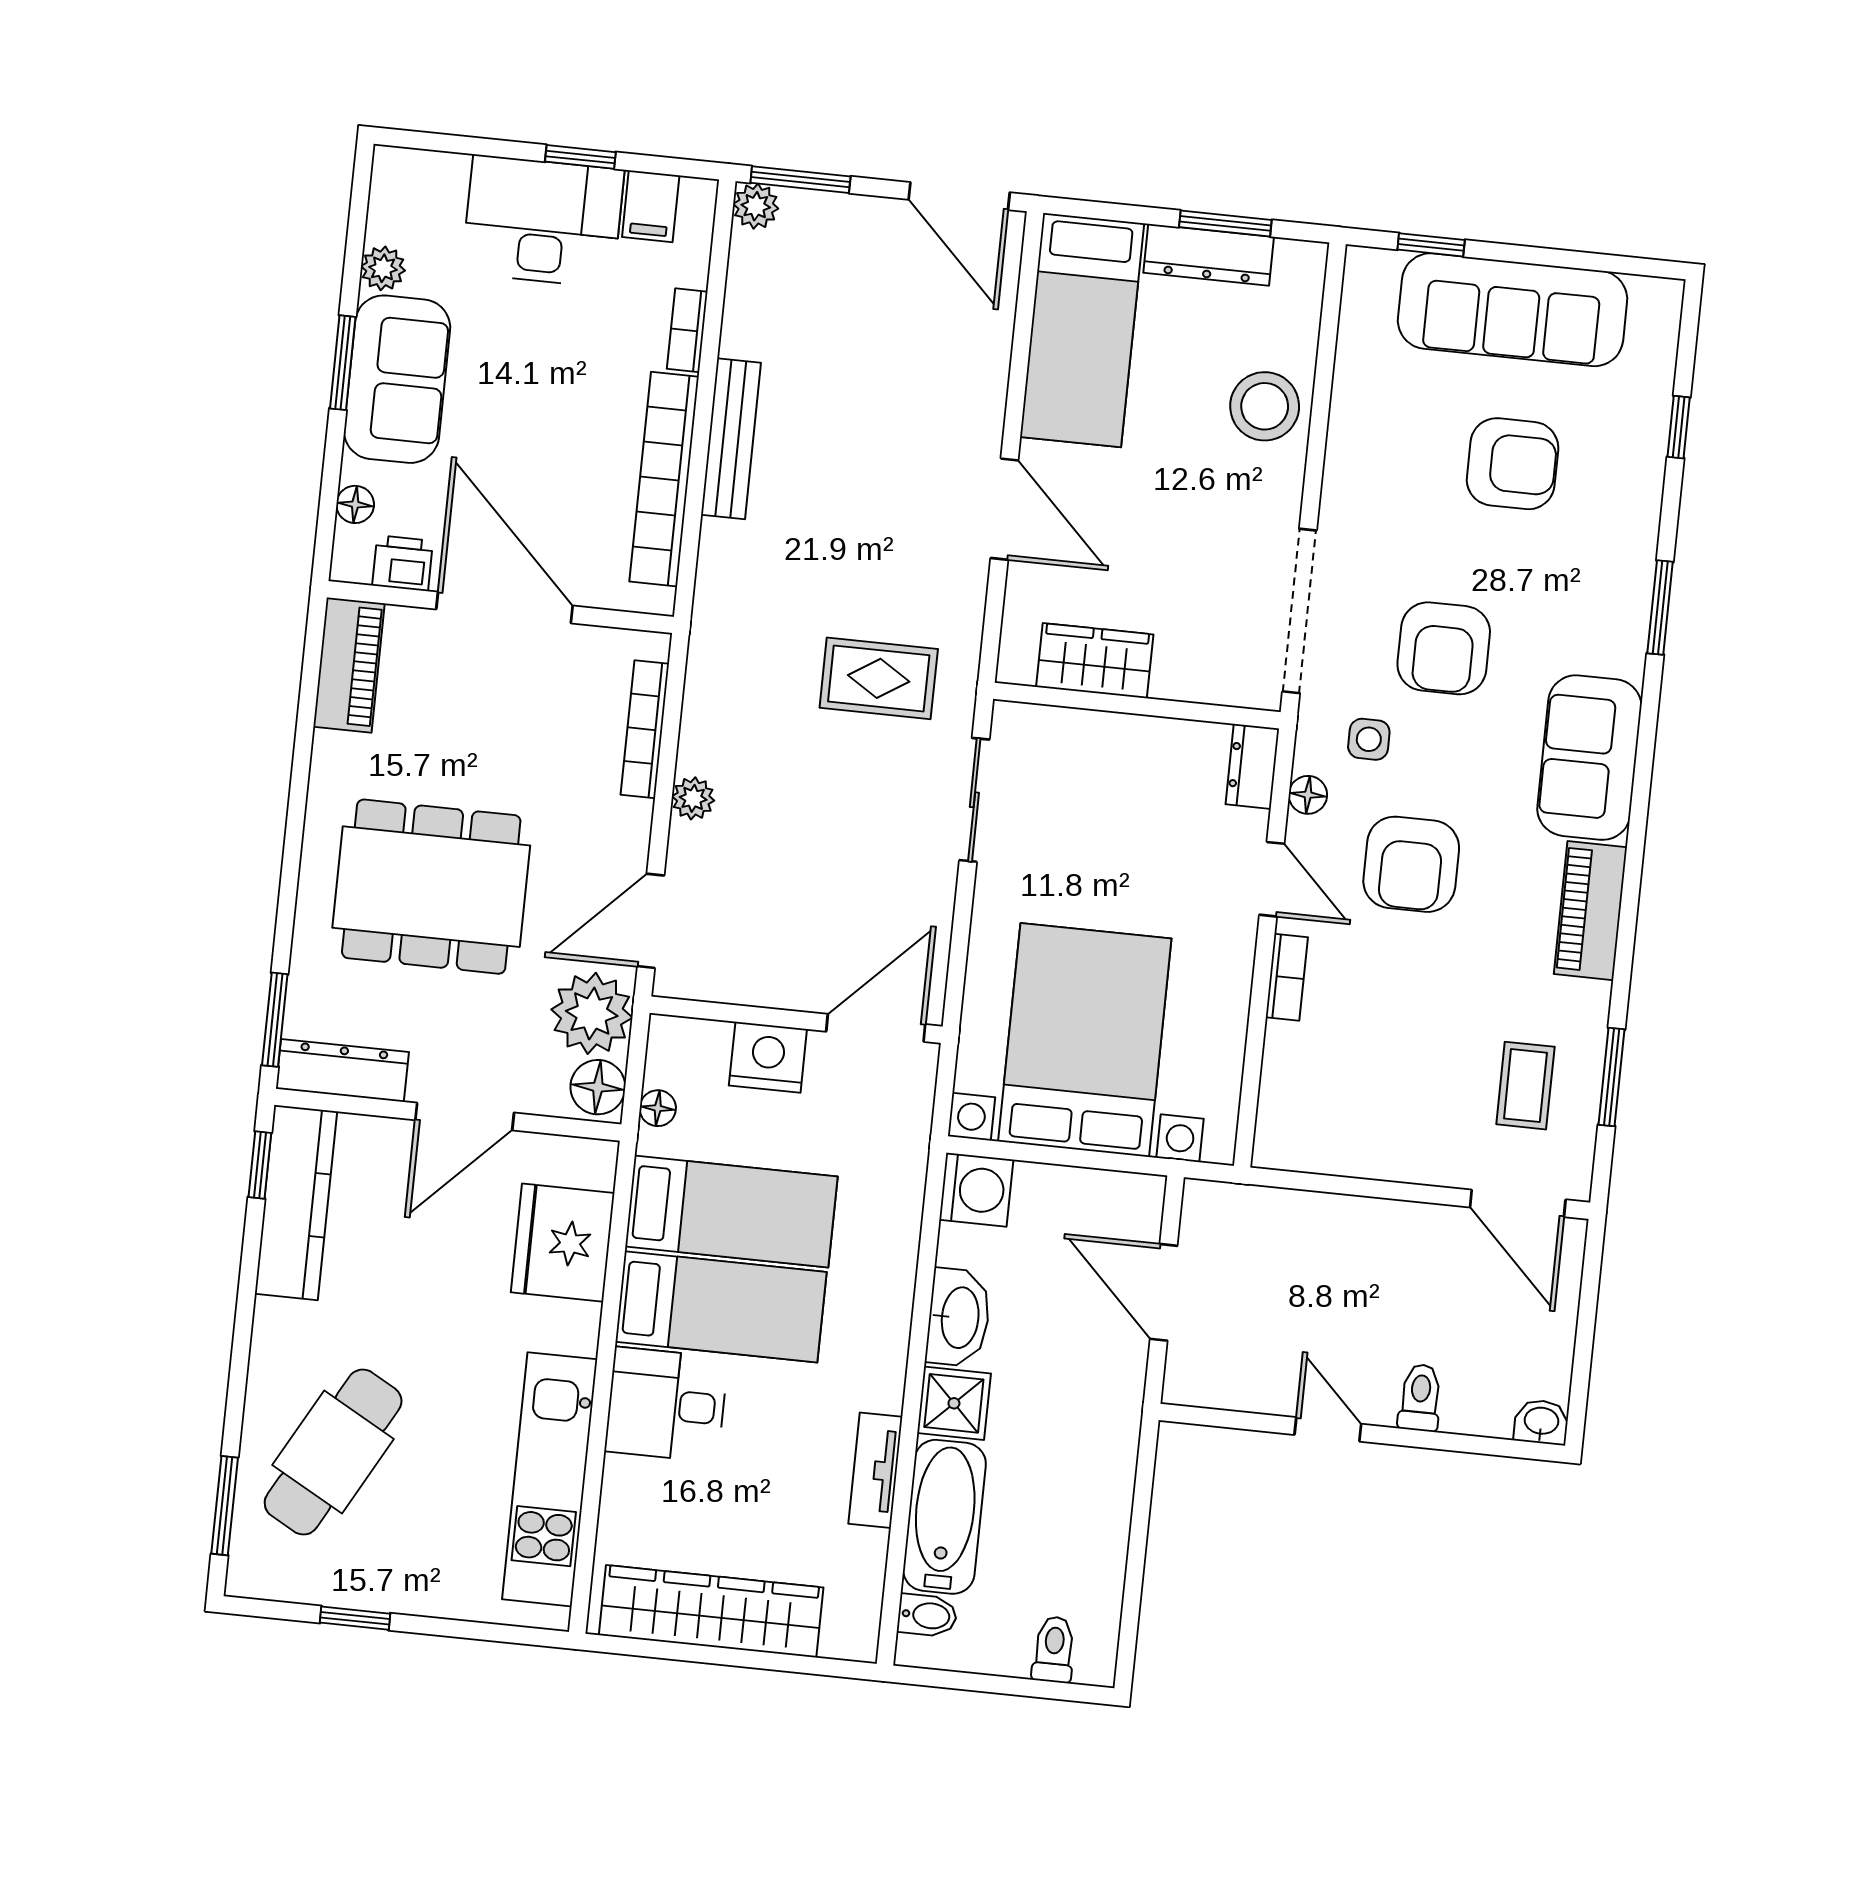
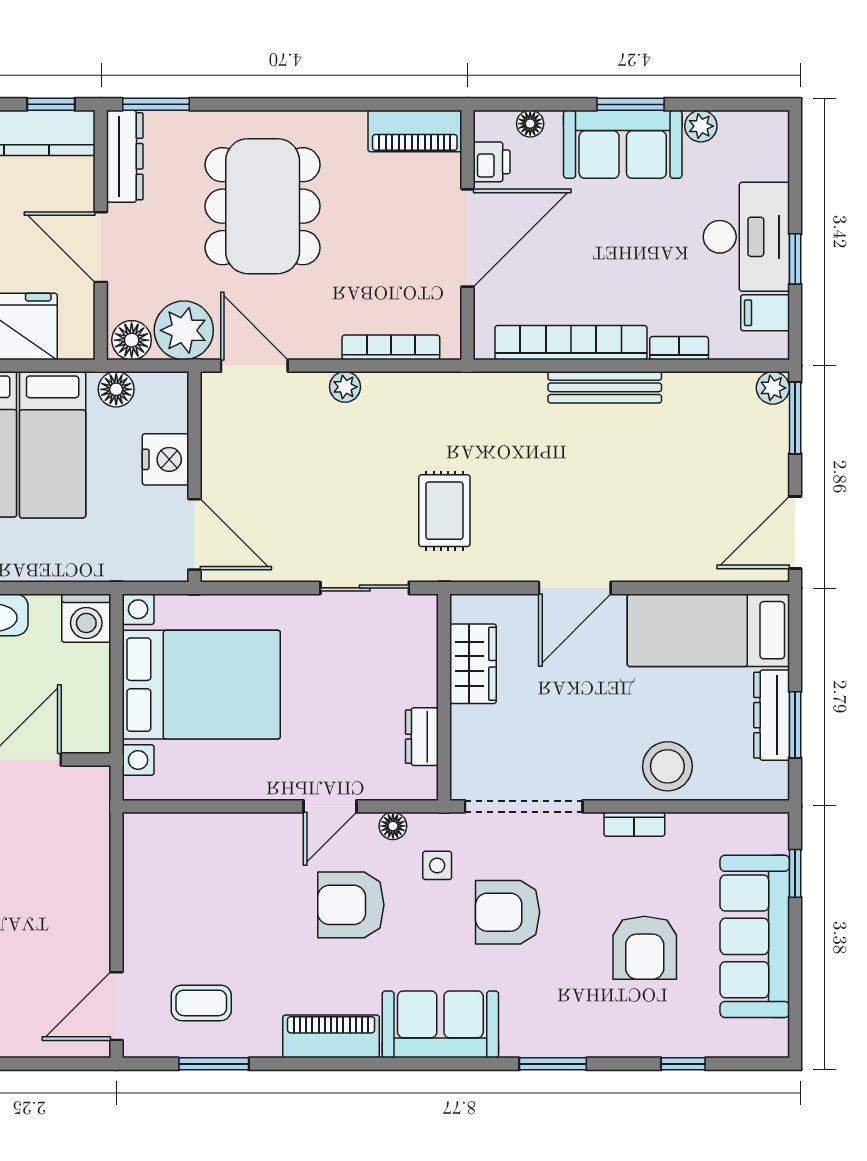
dresser: (1252, 766) -> (422, 737), moved, turned -90
bookcase: (1287, 977) -> (634, 824), moved
floor lamp: (658, 1108) -> (116, 389), width x1.37, depth x1.37

